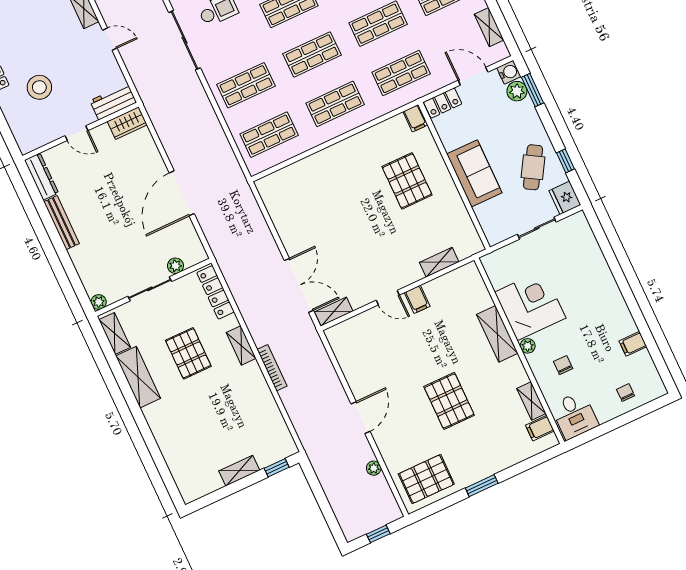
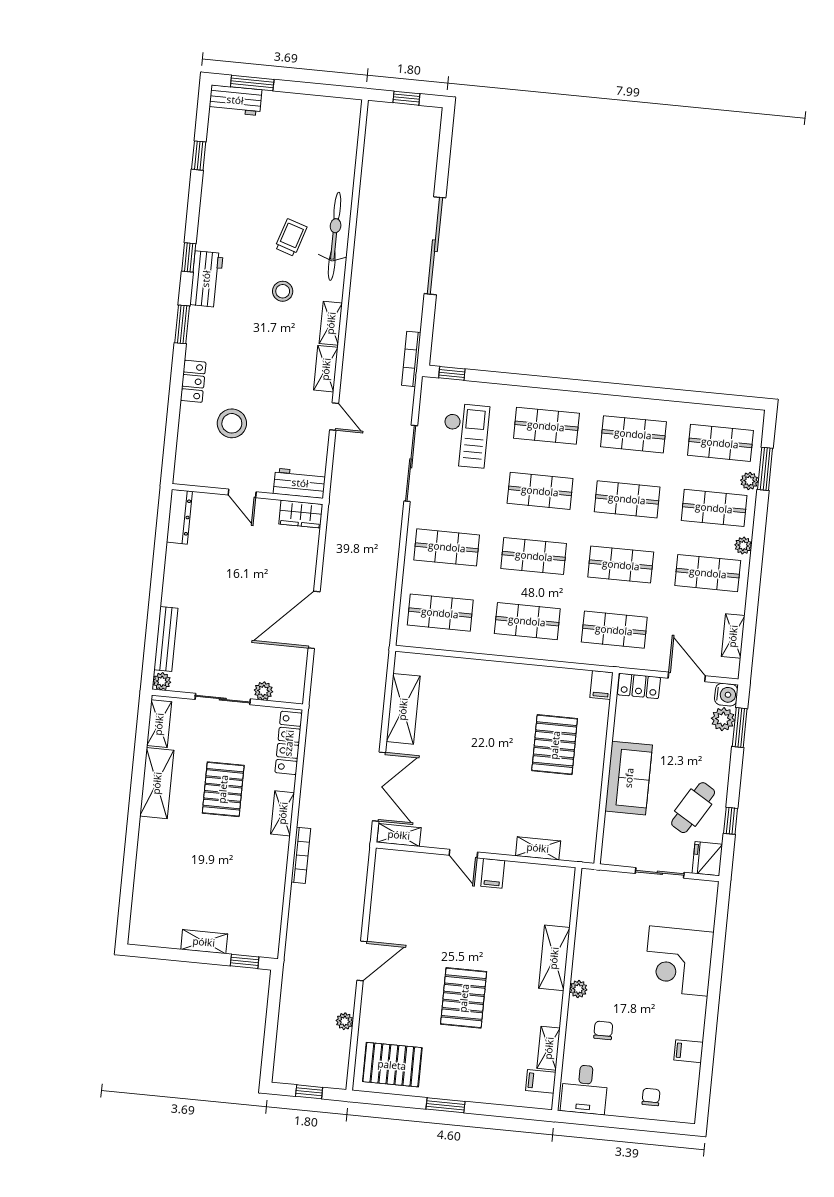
shelving: (283, 219) -> (403, 709), added
bench: (62, 223) -> (166, 639), moved
corner desk: (530, 305) -> (679, 961), moved, turned 180

